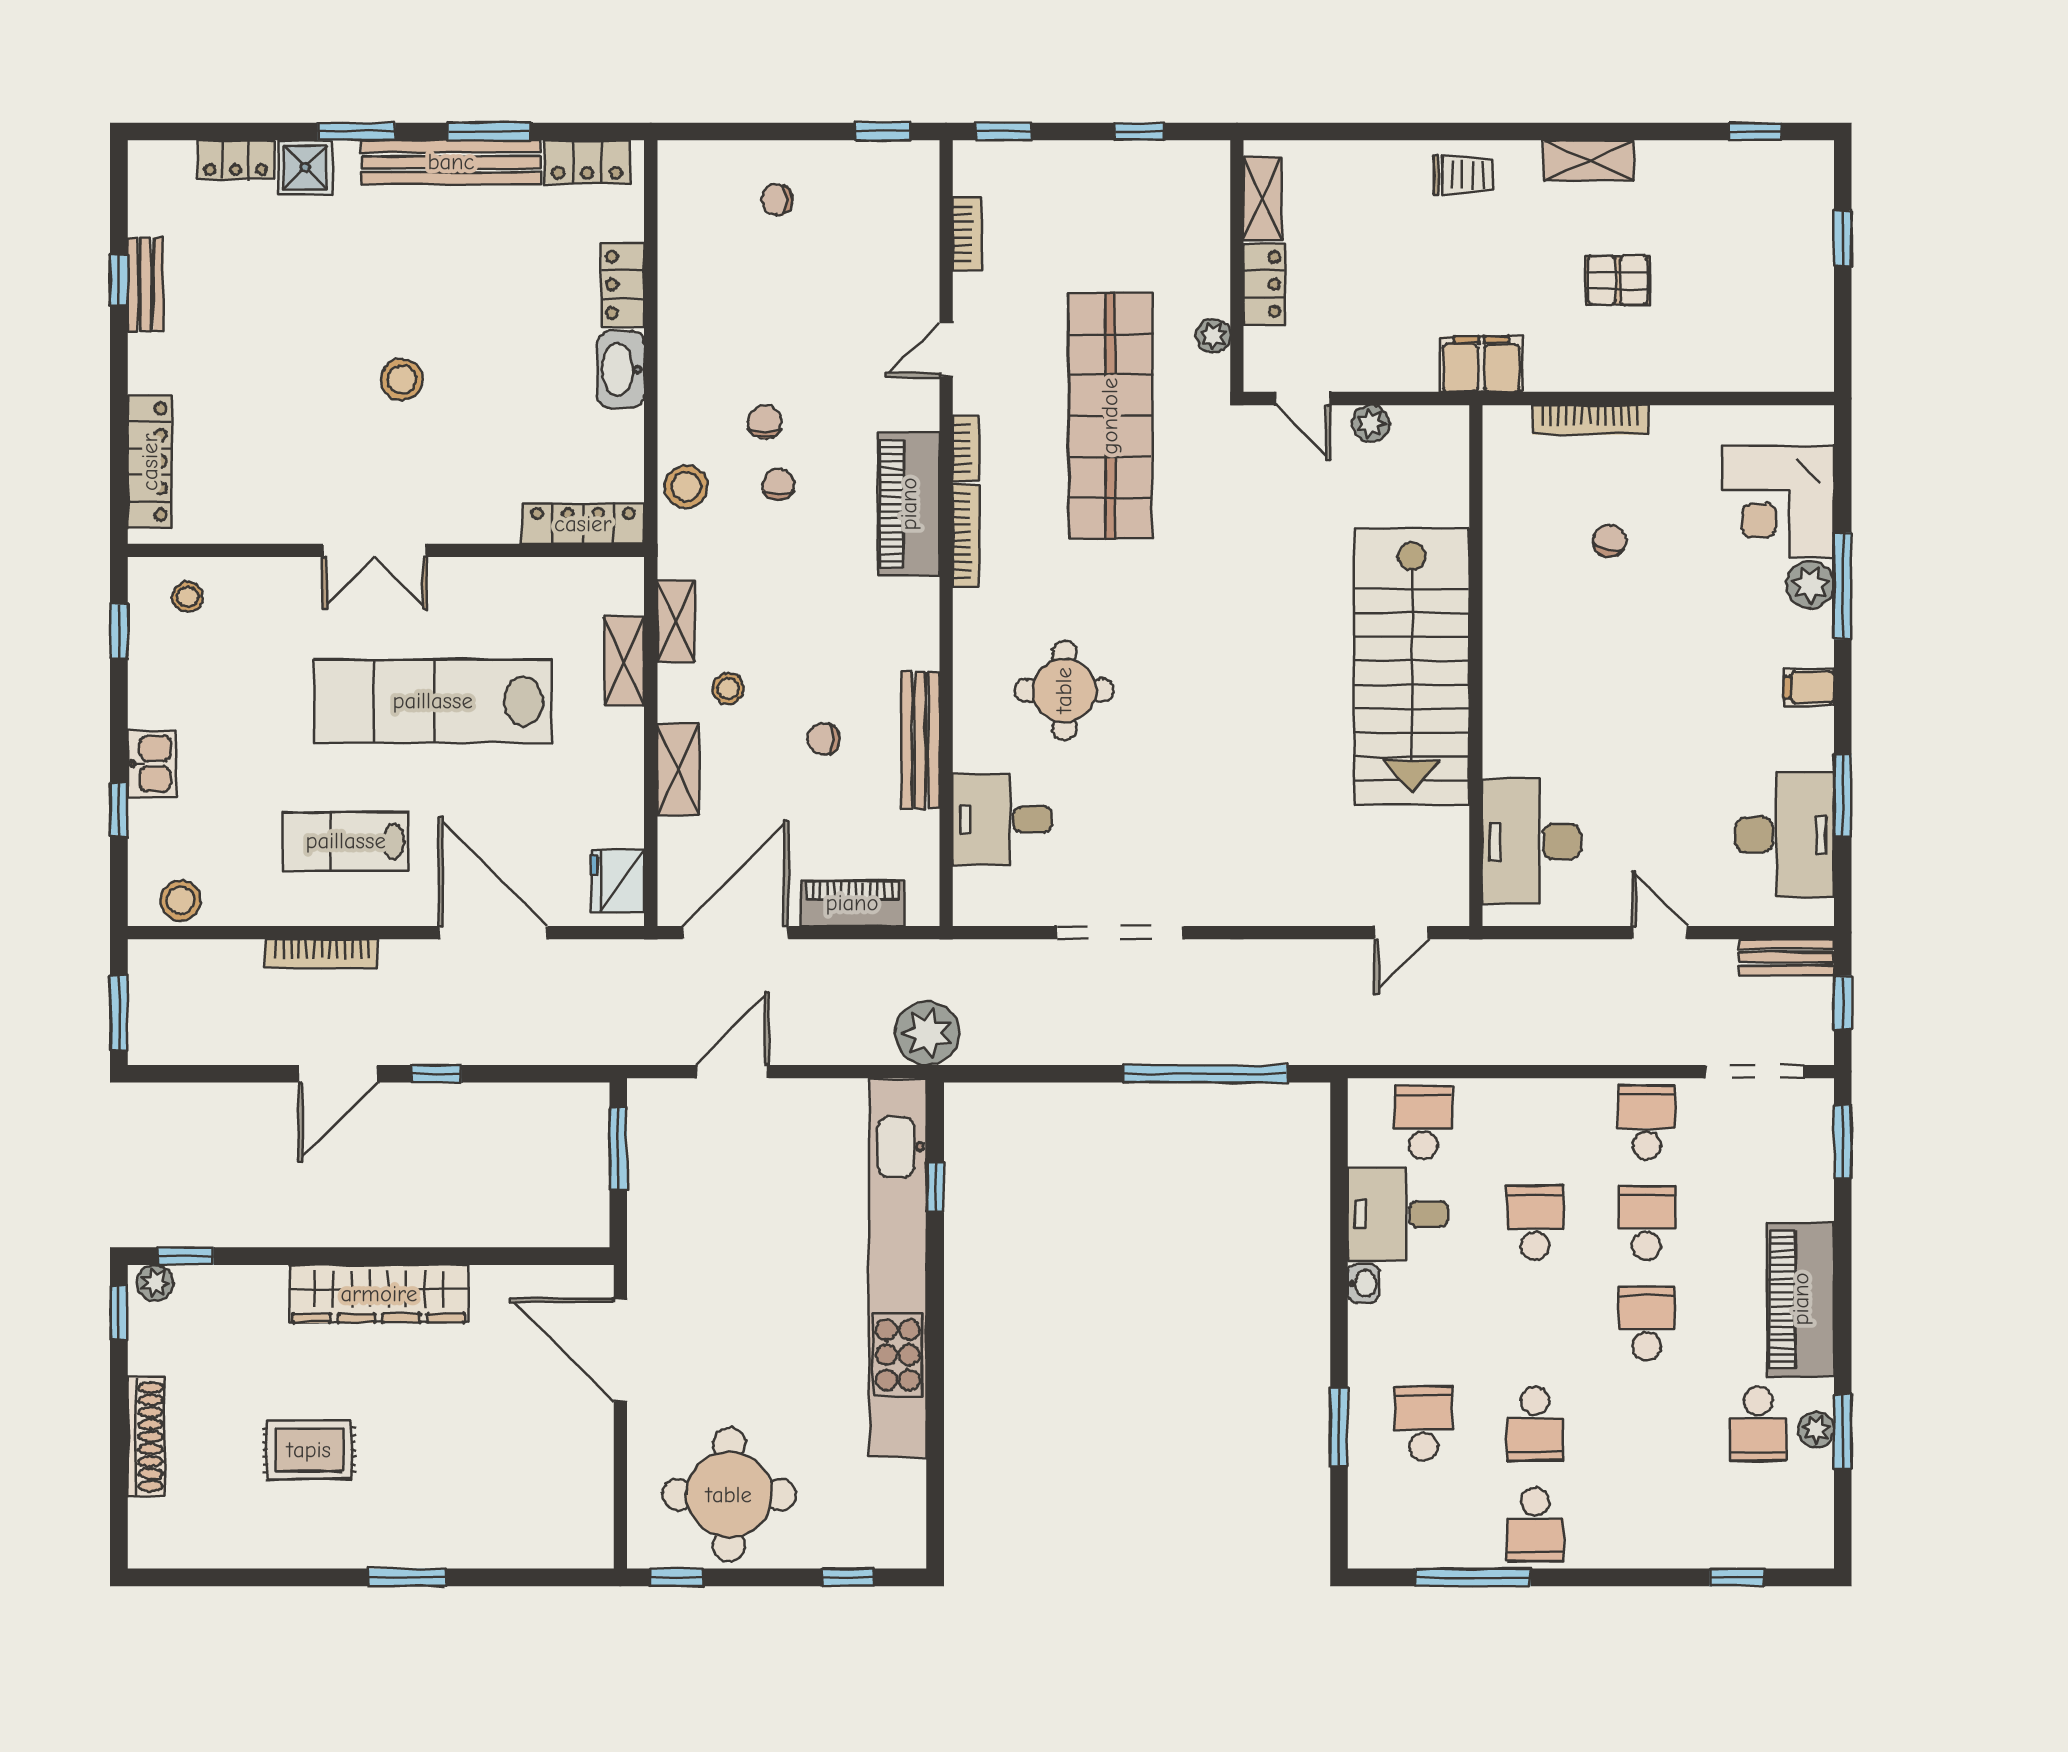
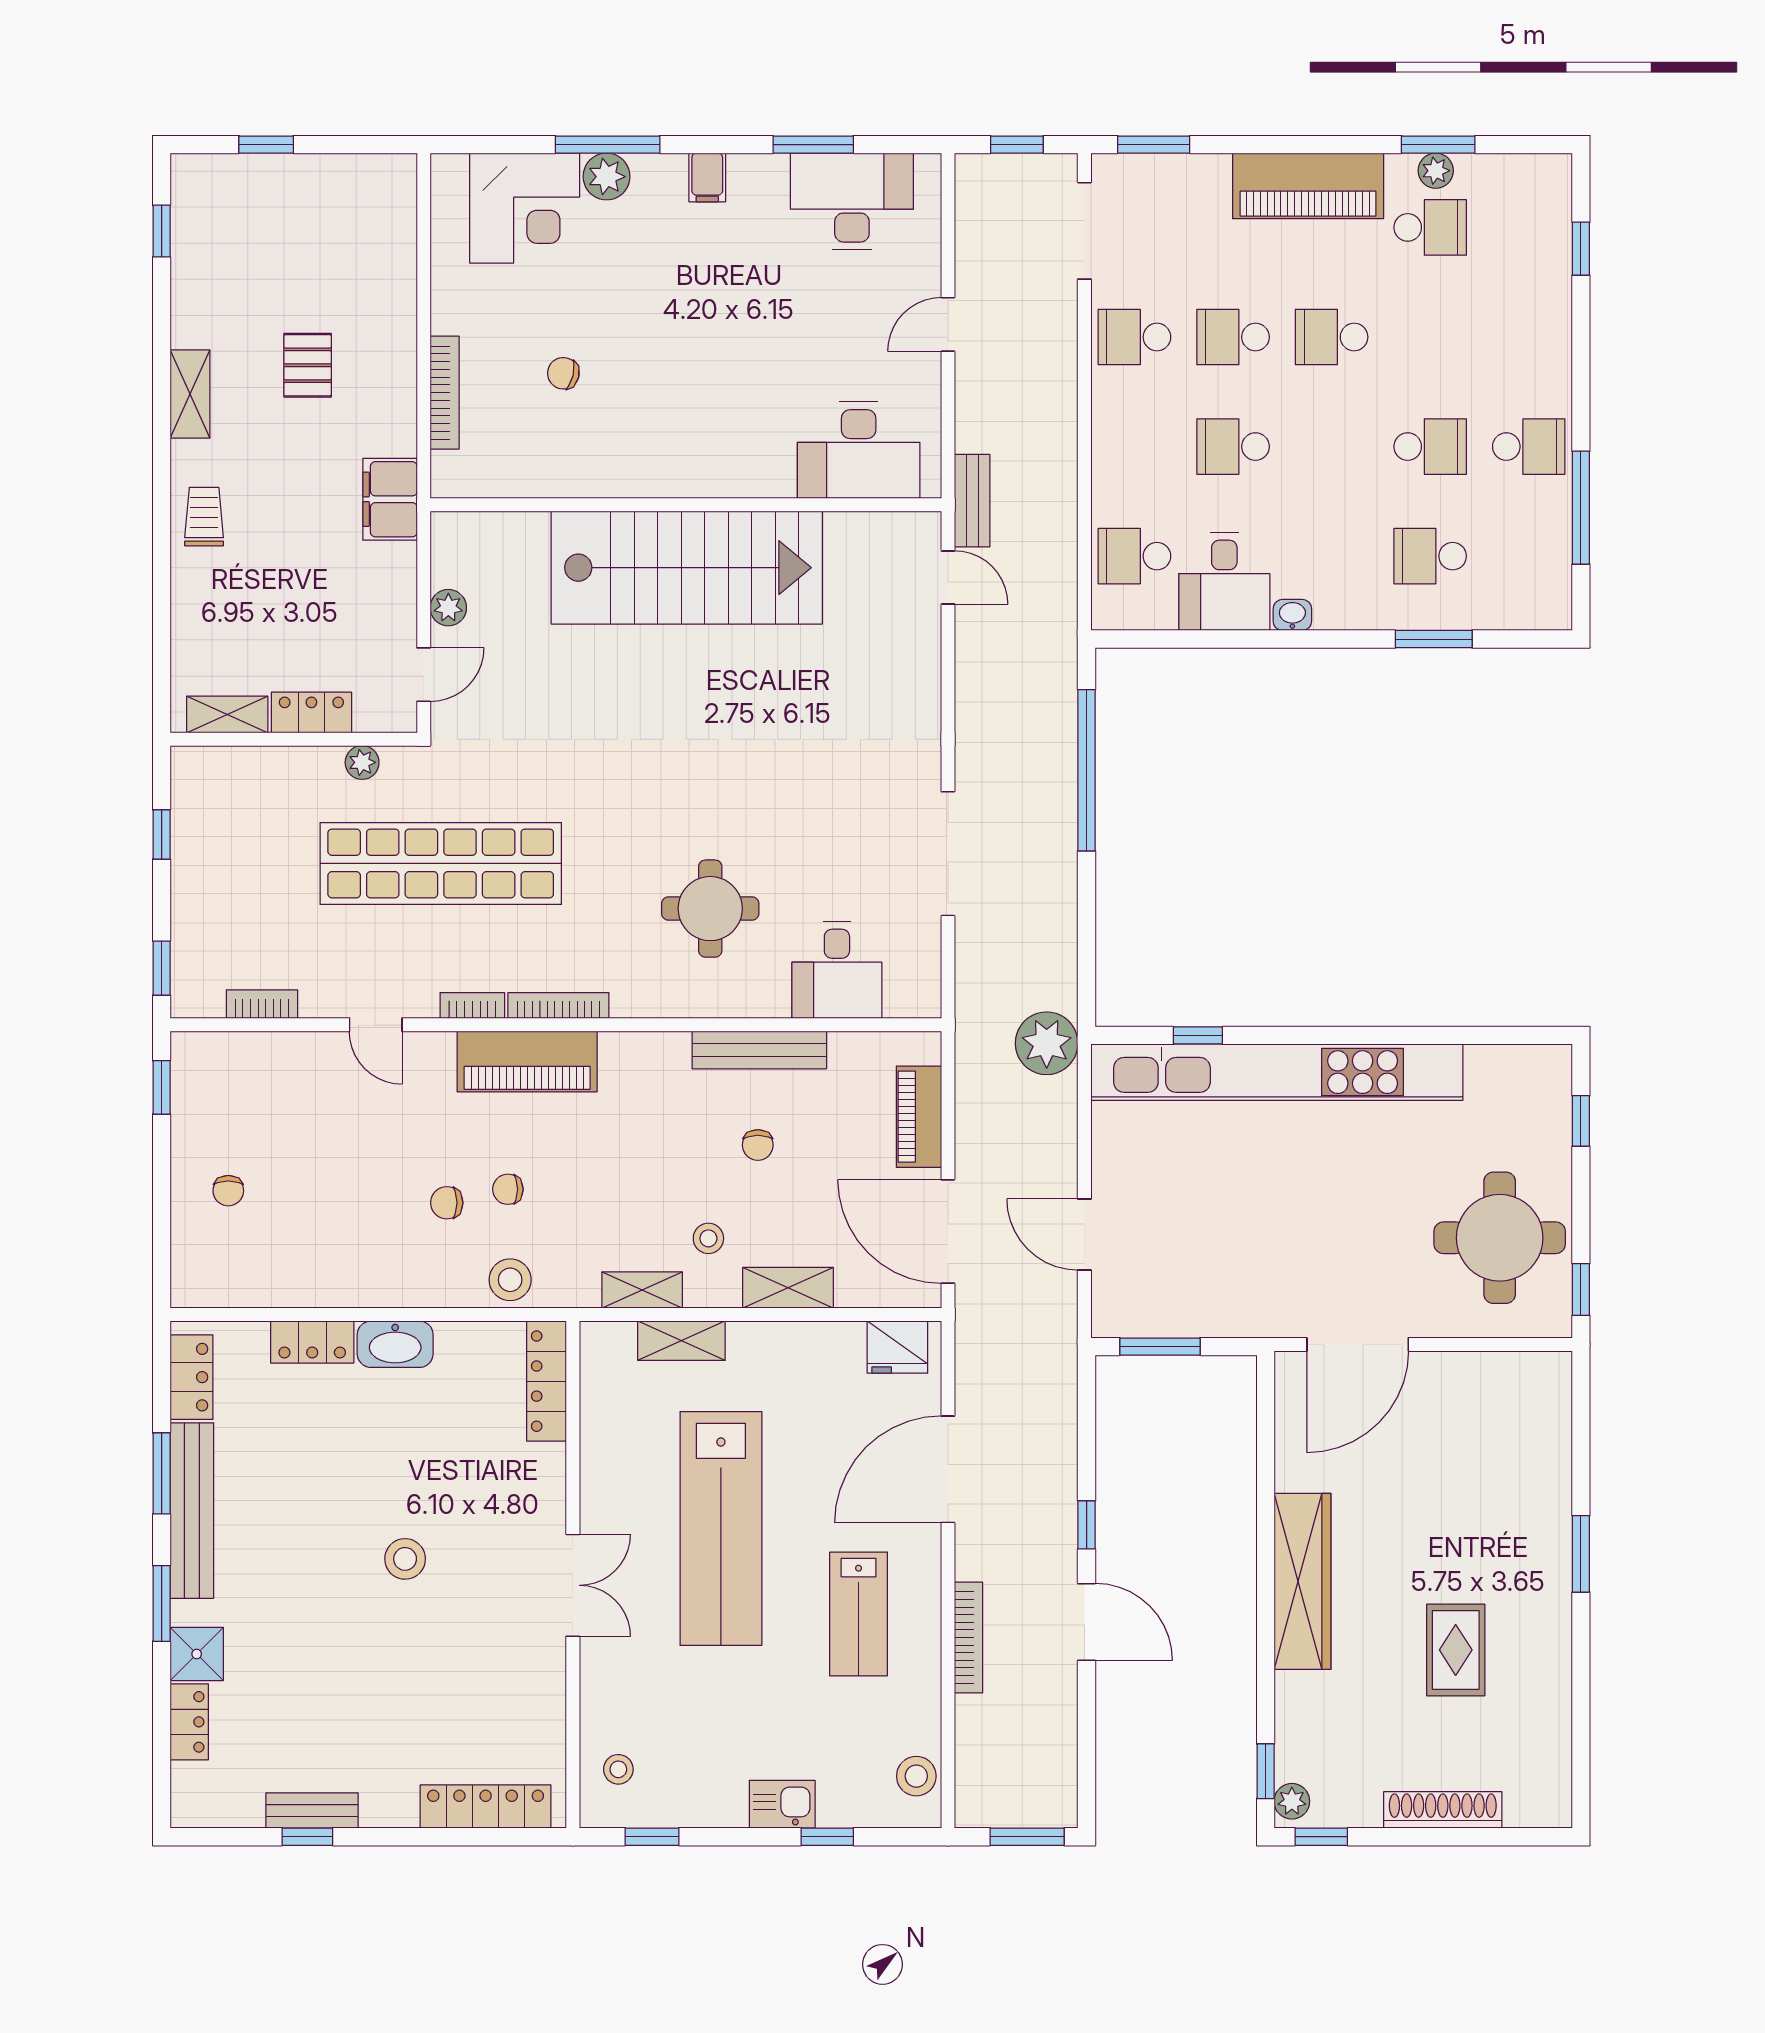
bench: (1787, 957) -> (972, 501), moved

